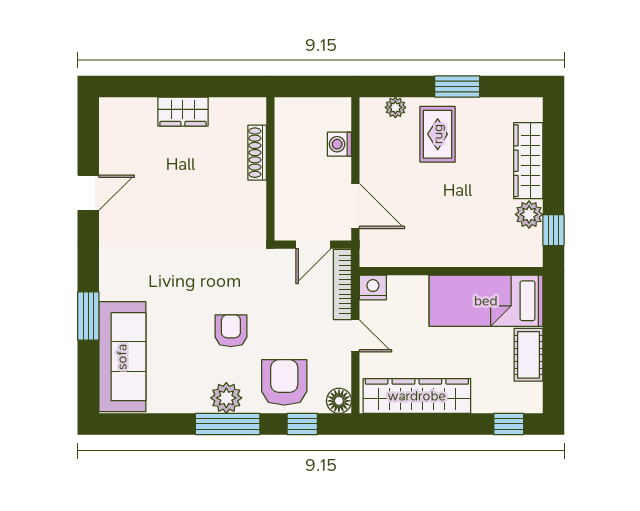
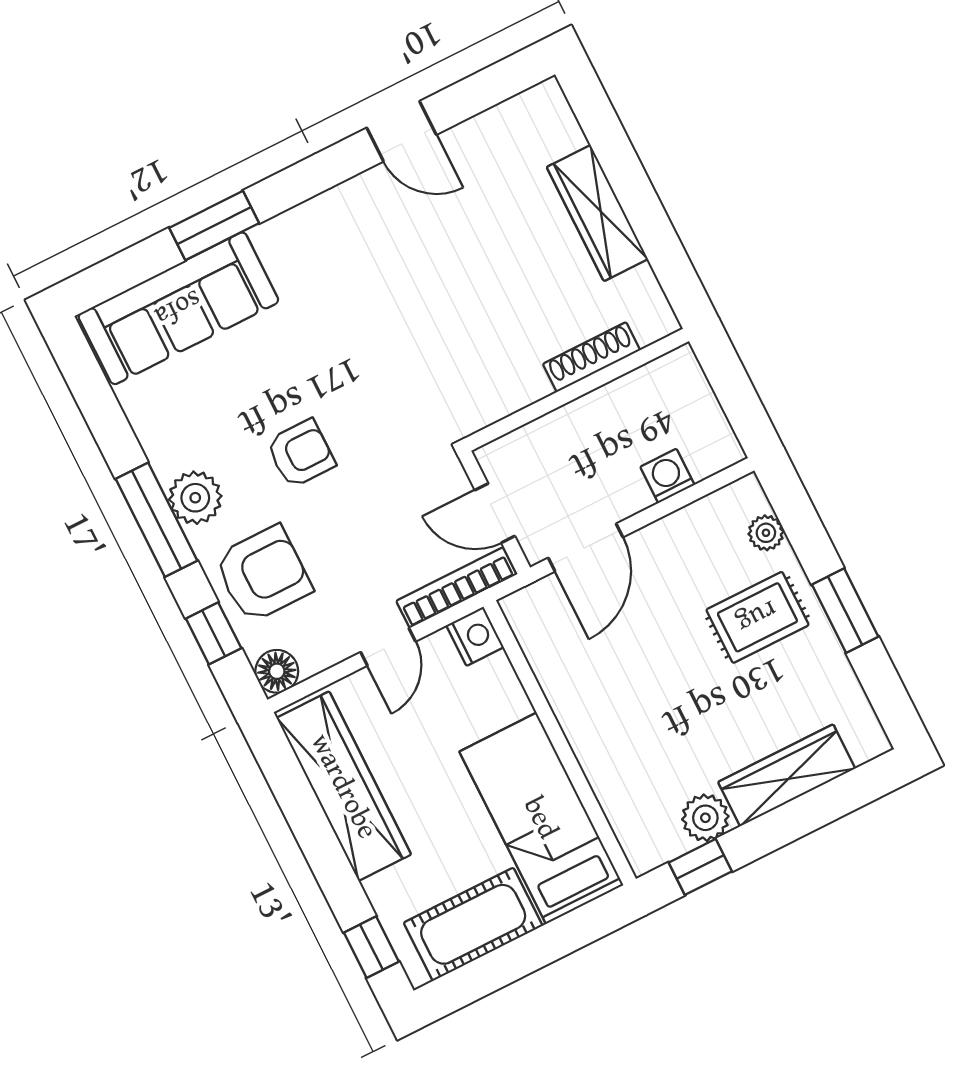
wardrobe: (183, 112) -> (597, 213), width x1.50
cot: (528, 355) -> (473, 924), width x1.37, depth x1.34

